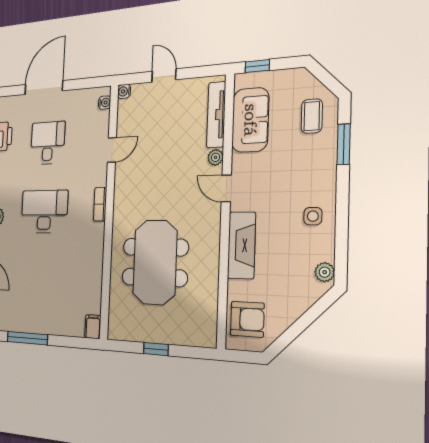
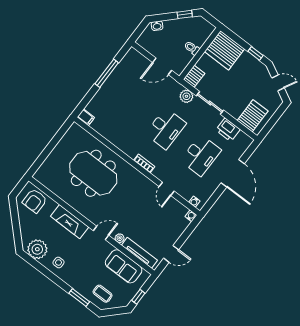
window: (257, 66) -> (138, 297), moved
door: (164, 76) -> (171, 254), moved
desk: (48, 143) -> (201, 155), width x1.37
plant: (325, 272) -> (37, 249), width x1.87, depth x1.87
window: (156, 349) -> (52, 145), removed

